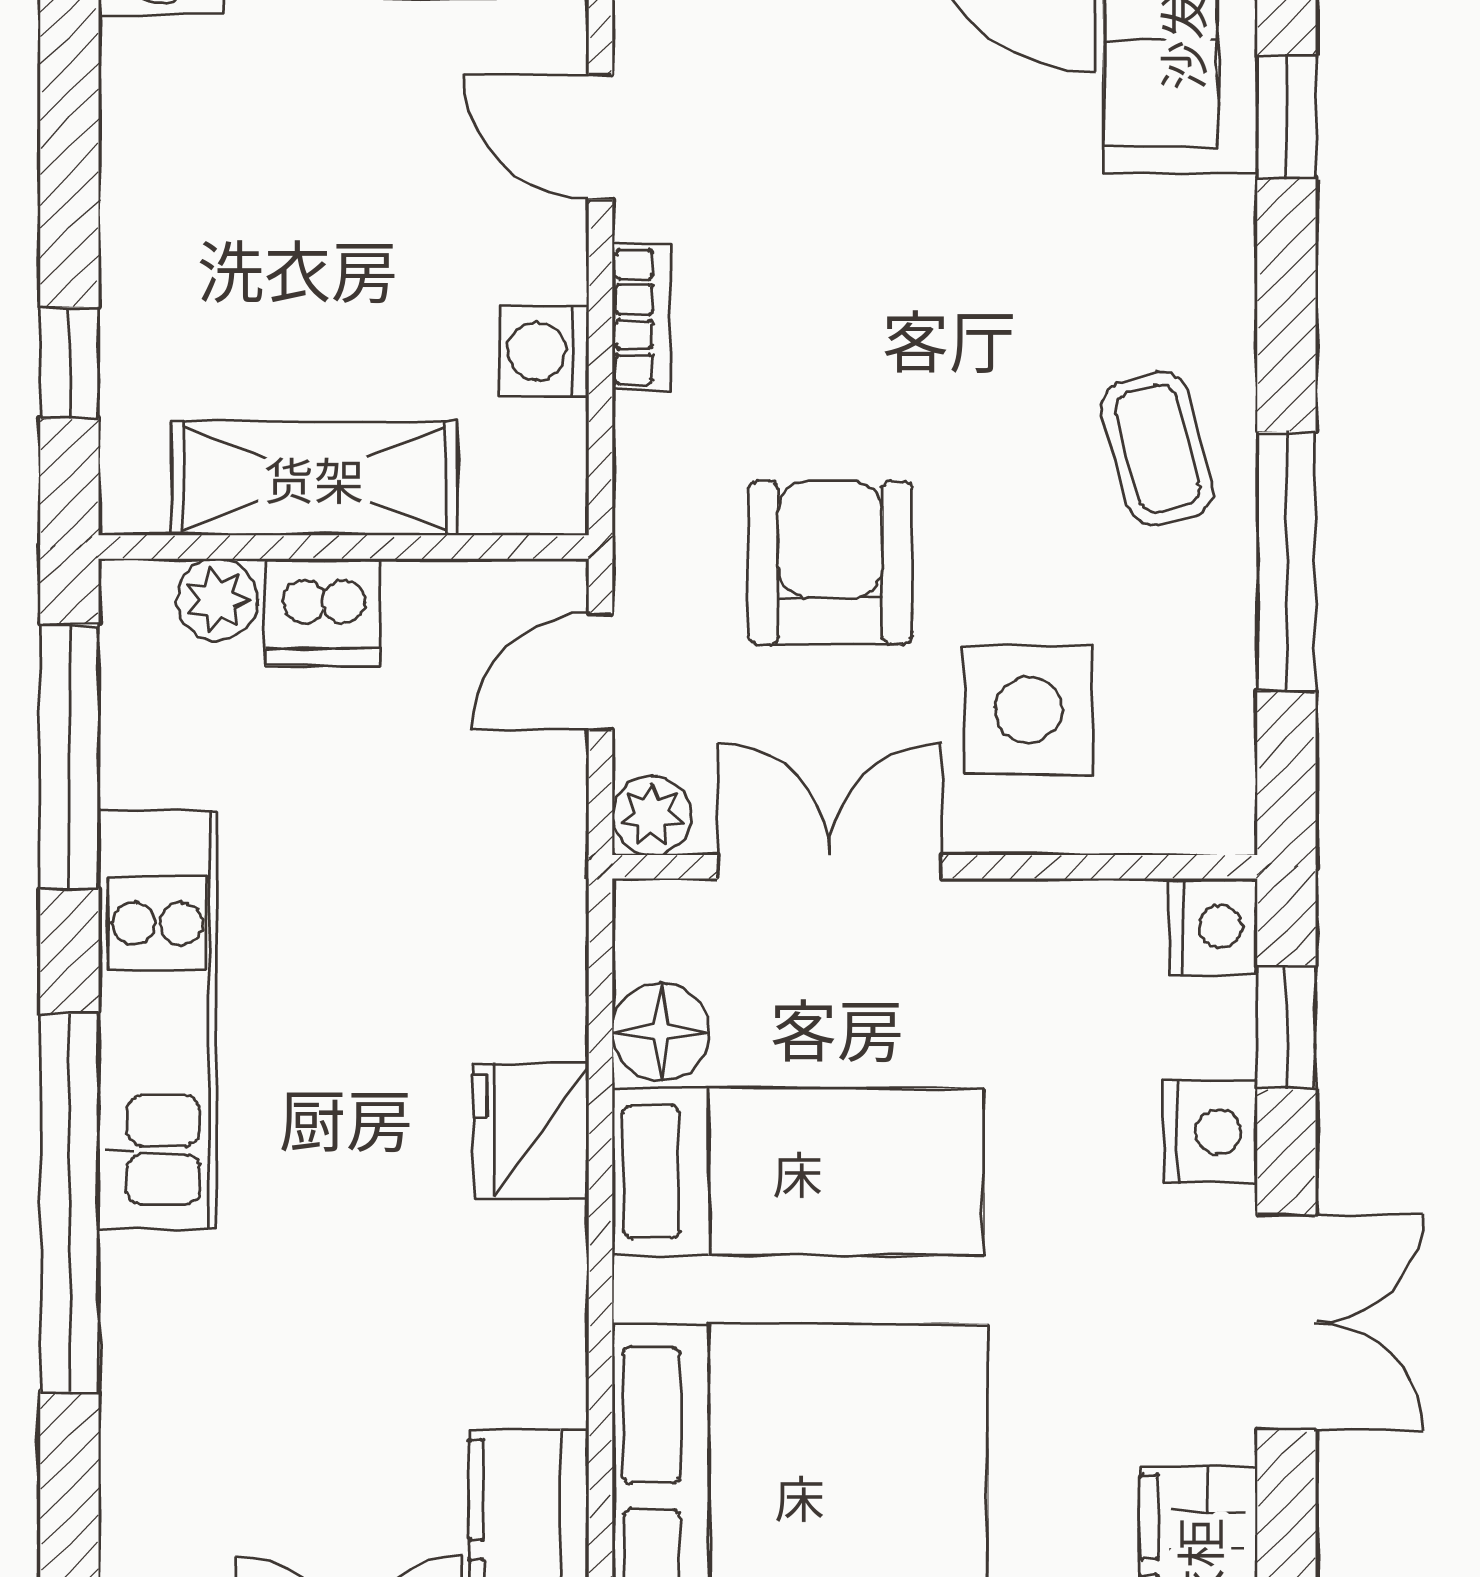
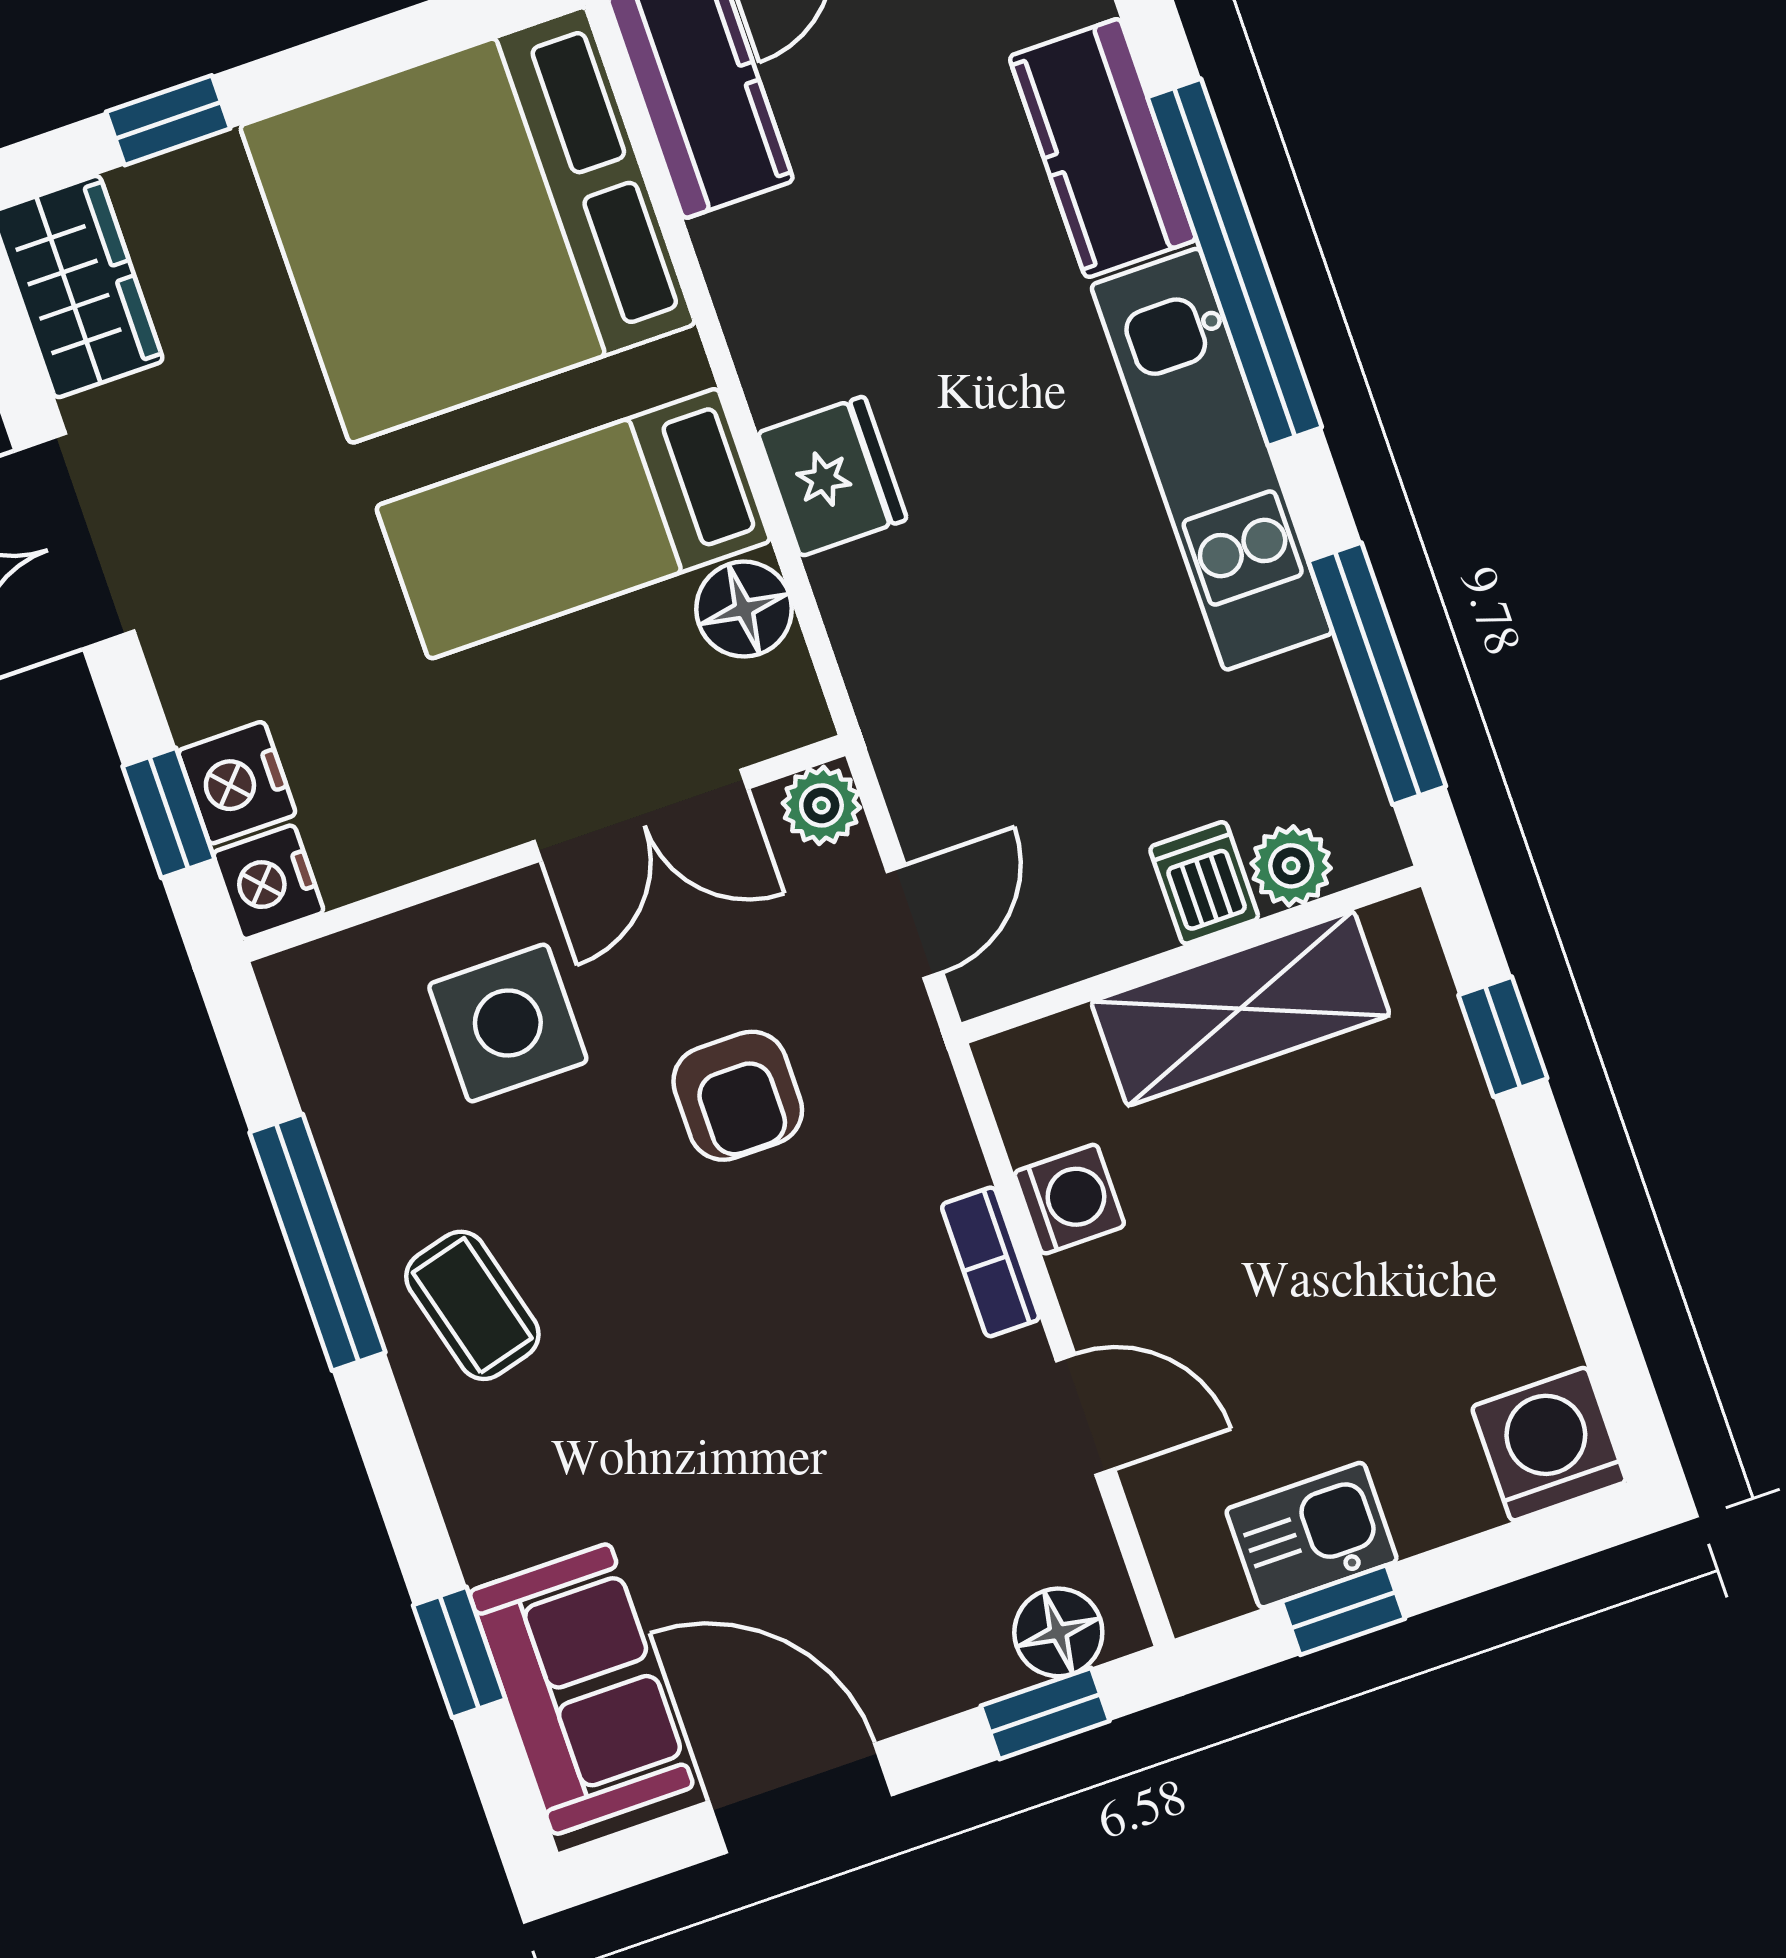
armchair: (830, 562) -> (738, 1096), width x0.72, depth x0.72
dishwasher: (323, 612) -> (1204, 883), width x0.73
nightstand: (1210, 1132) -> (237, 783), moved
kitchen counter: (159, 1358) -> (1103, 148), added

